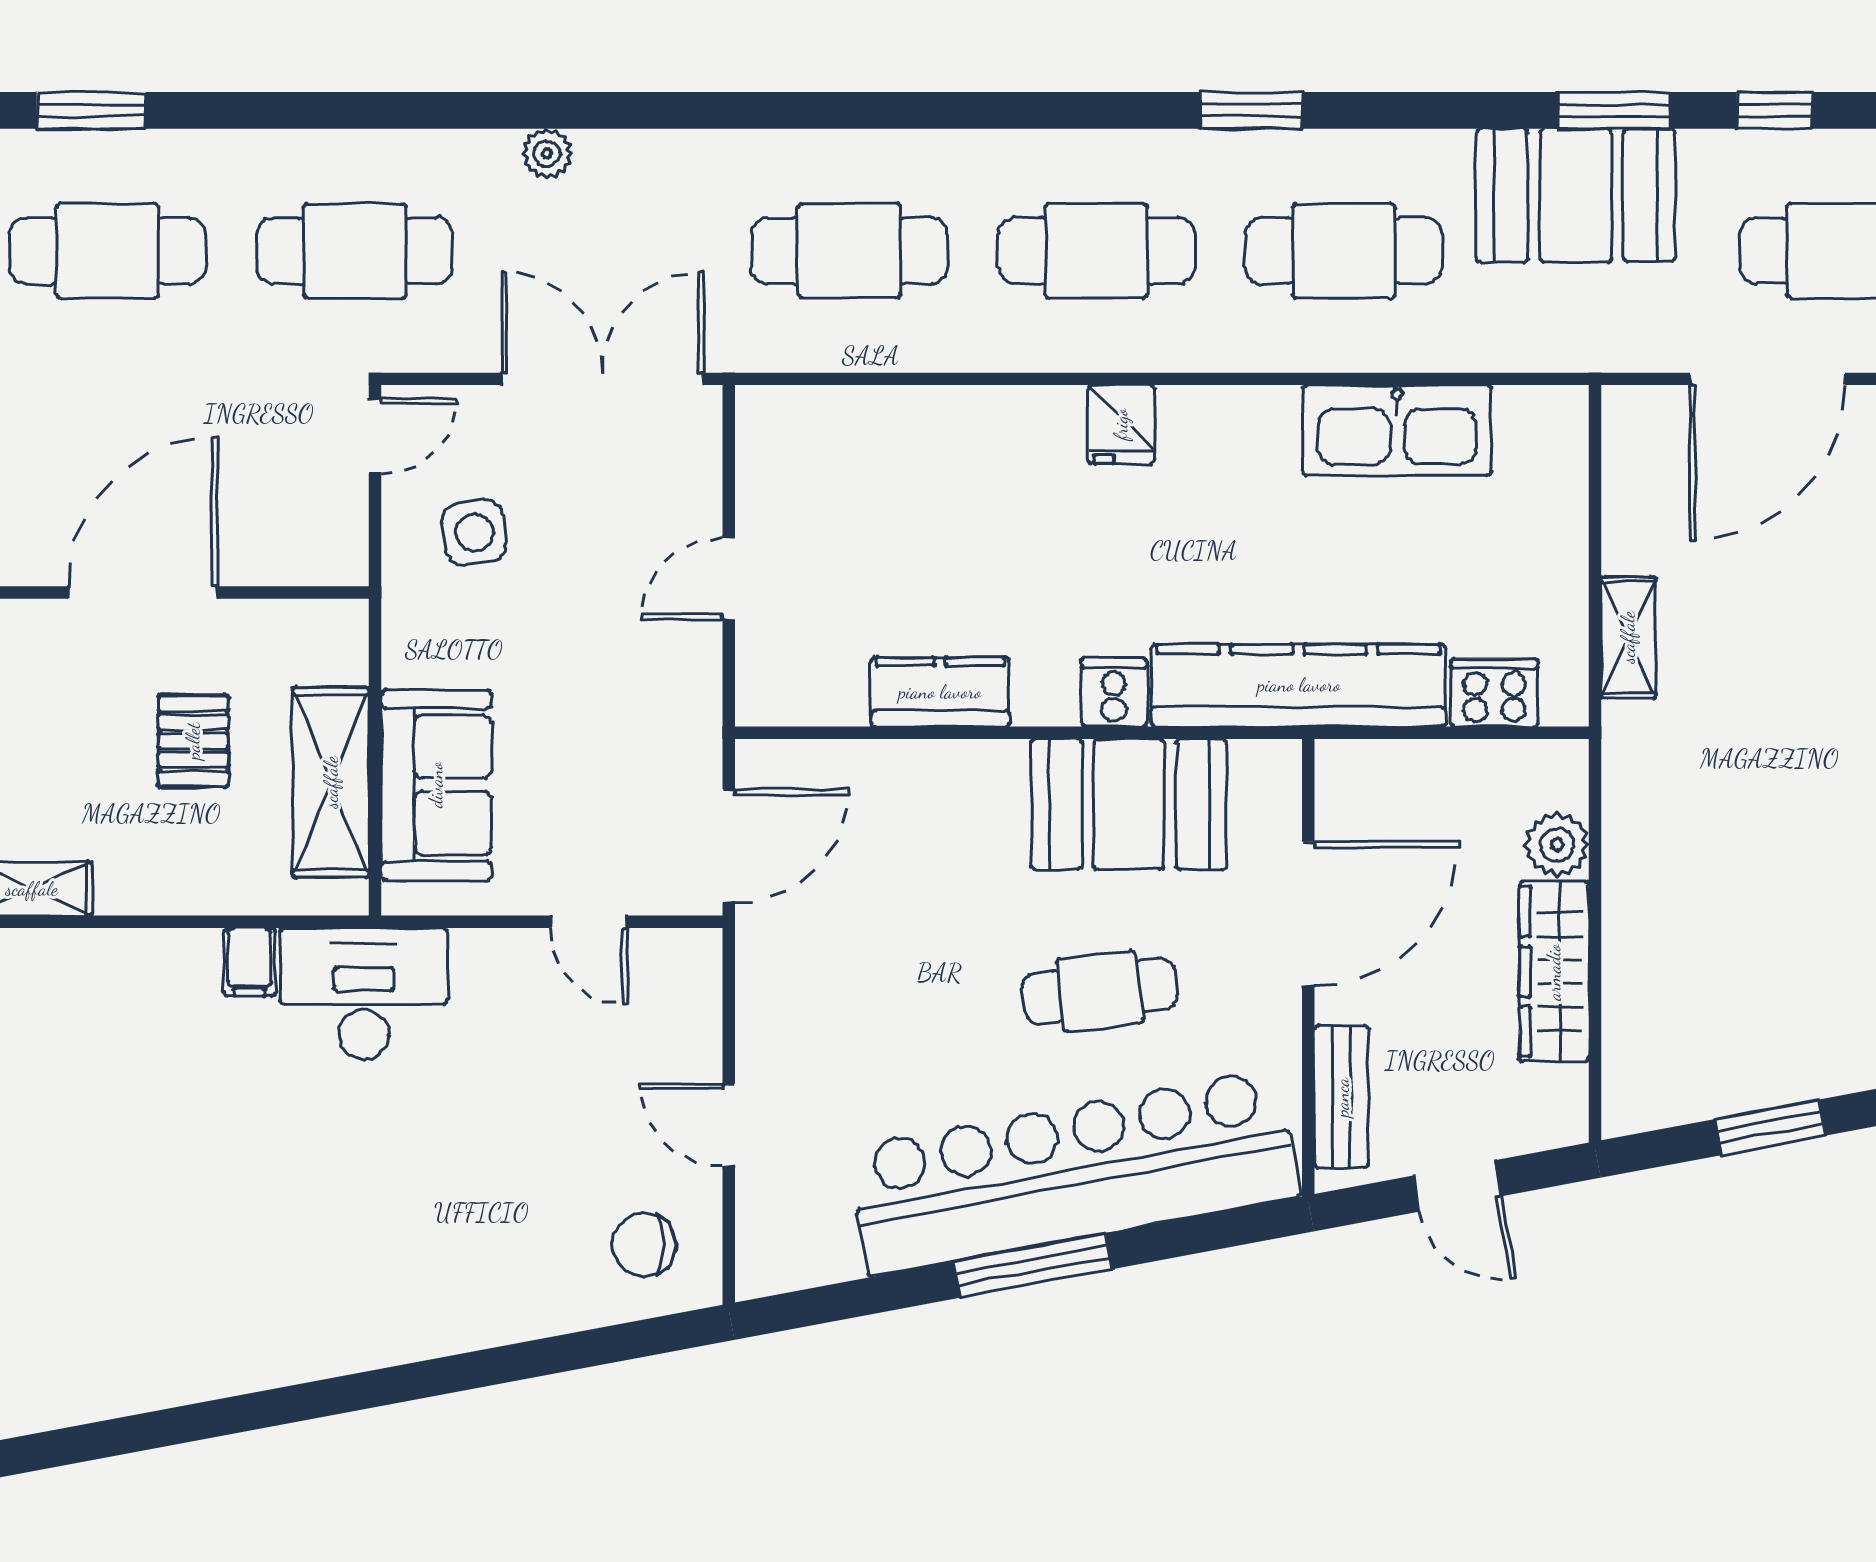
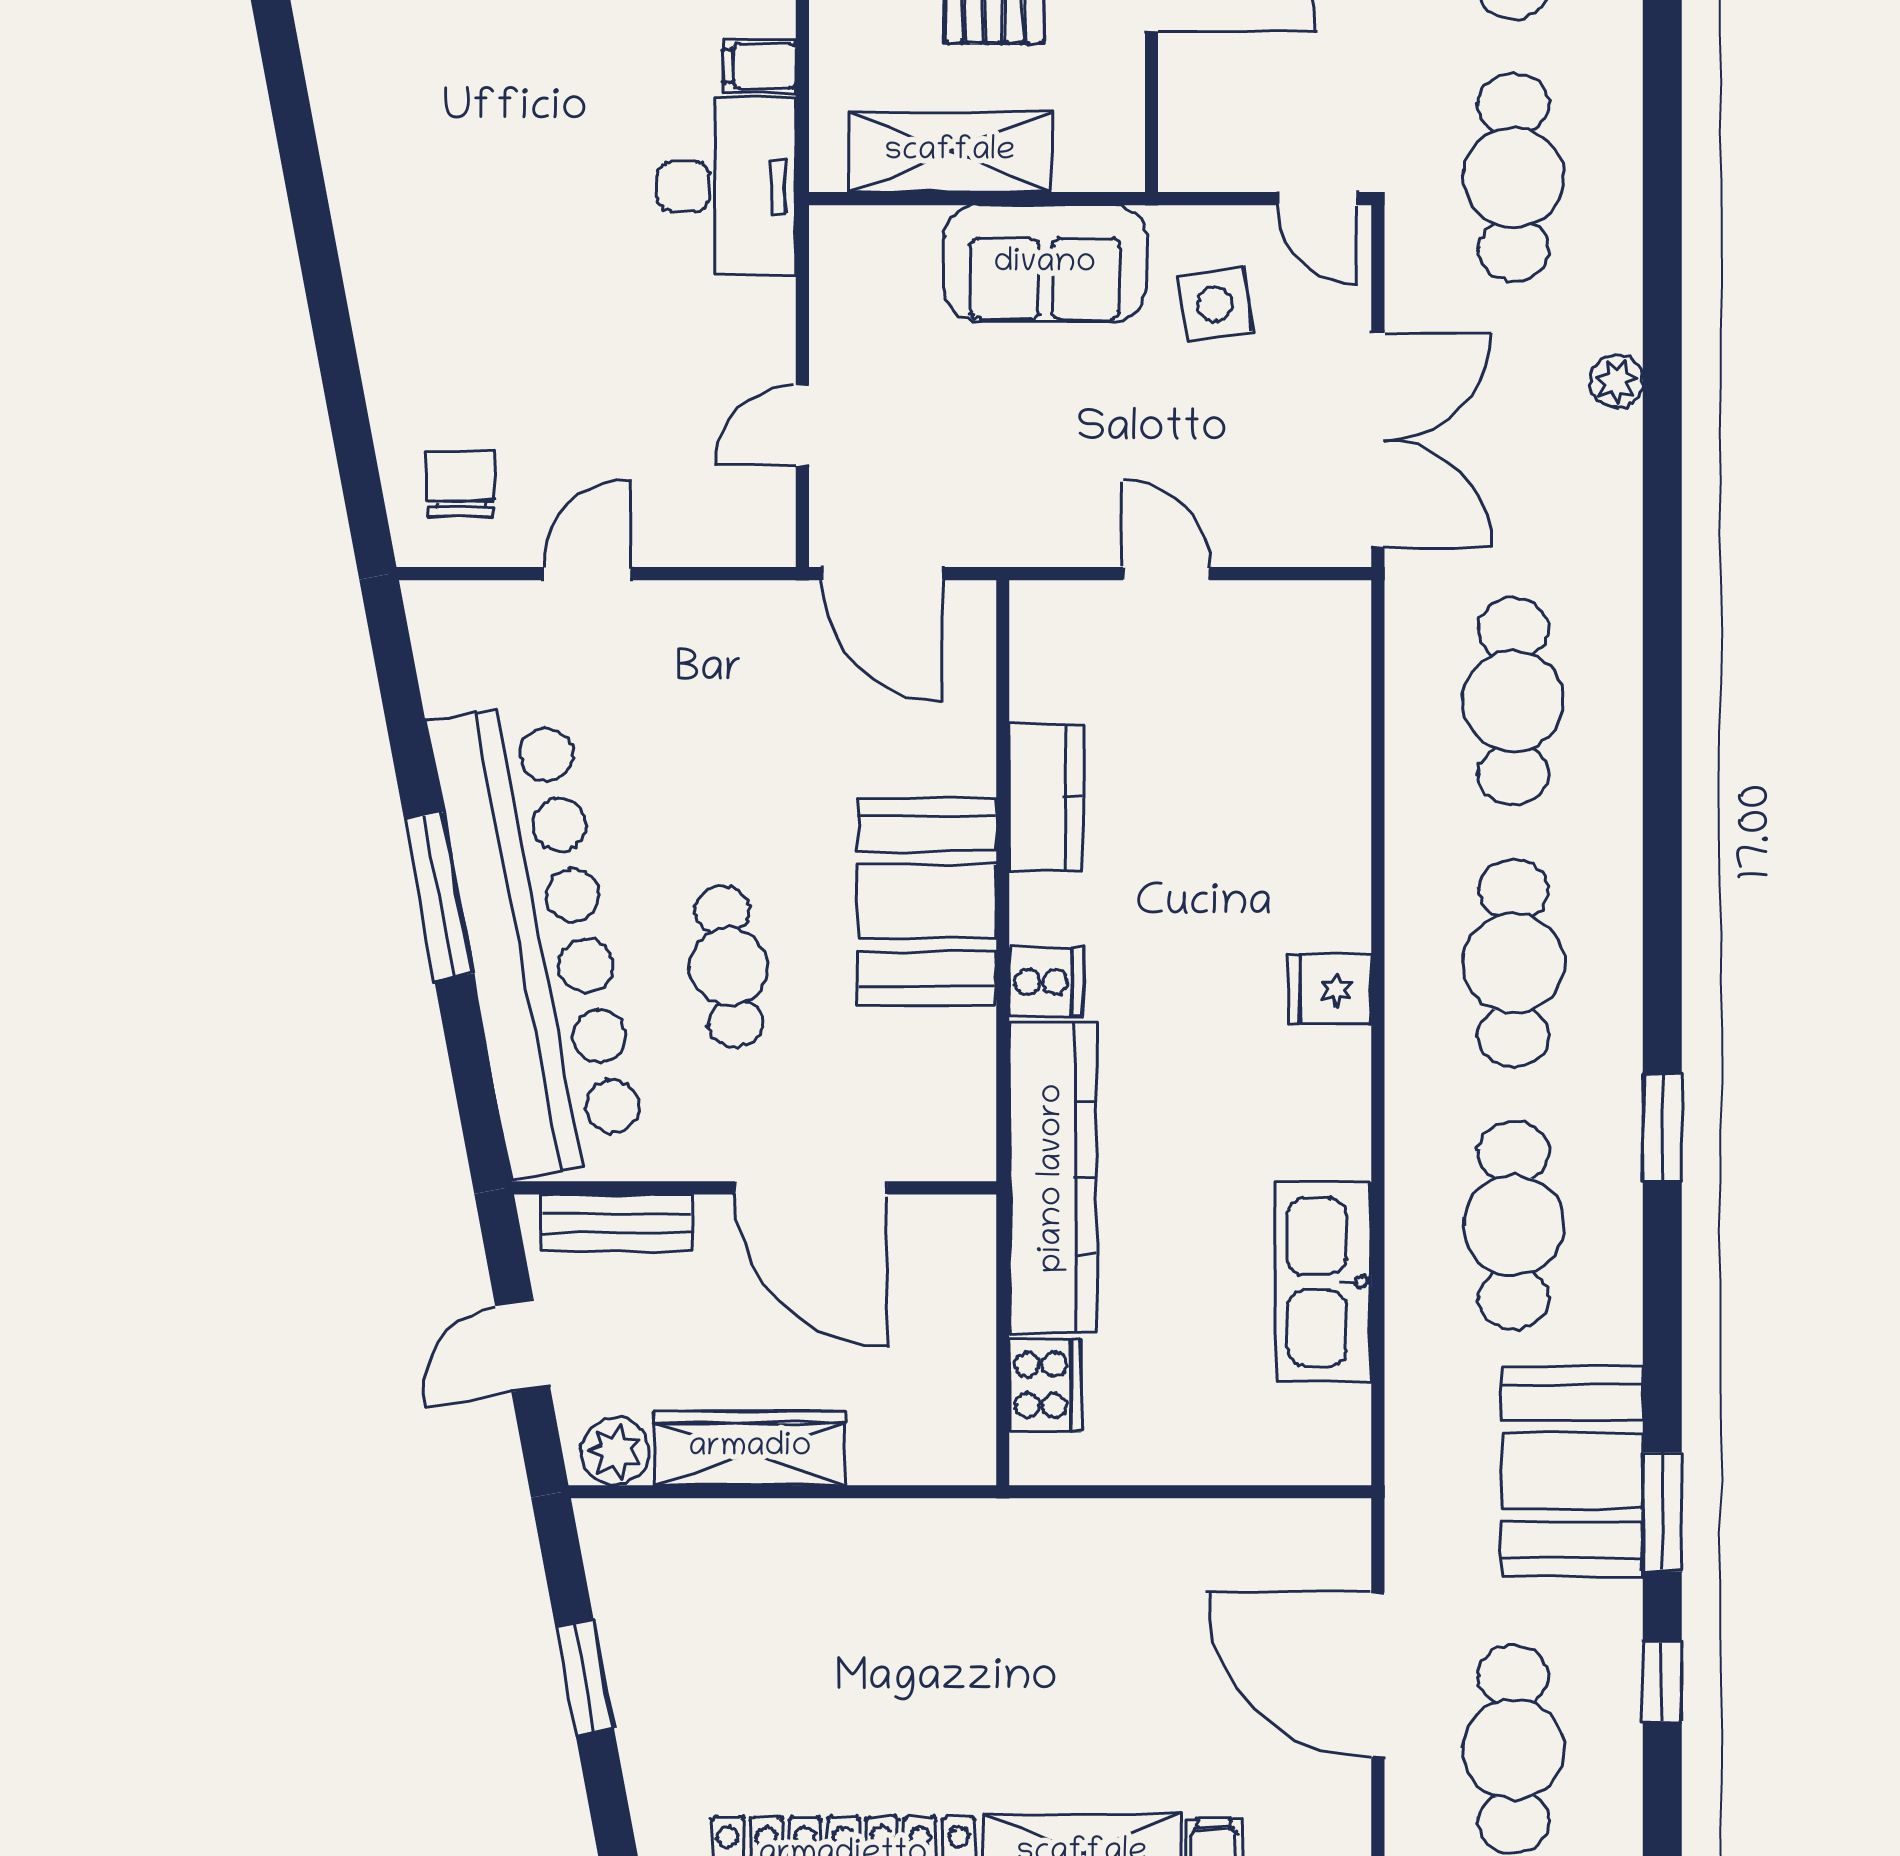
shelving: (1628, 637) -> (1104, 1527), removed
sofa: (436, 785) -> (1045, 264), moved
booth: (1129, 804) -> (927, 901), moved
plant: (1557, 845) -> (615, 1451), moved

